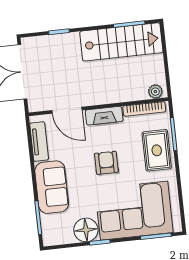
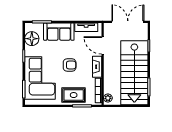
stairs: (121, 42) -> (134, 73), width x1.36, depth x1.51
door: (67, 110) -> (103, 45), hinge flipped
floor lamp: (86, 230) -> (32, 39), moved

